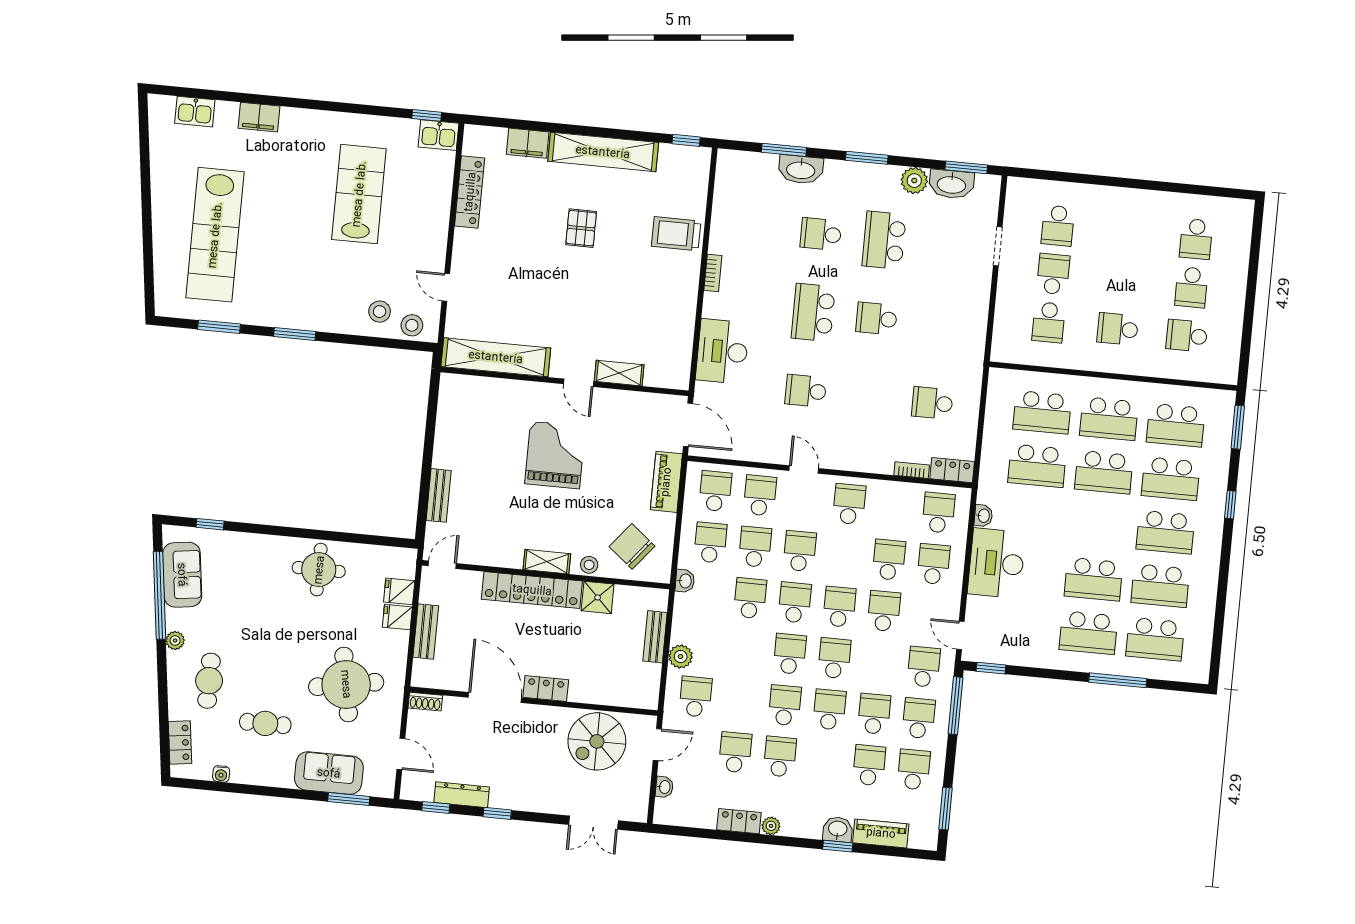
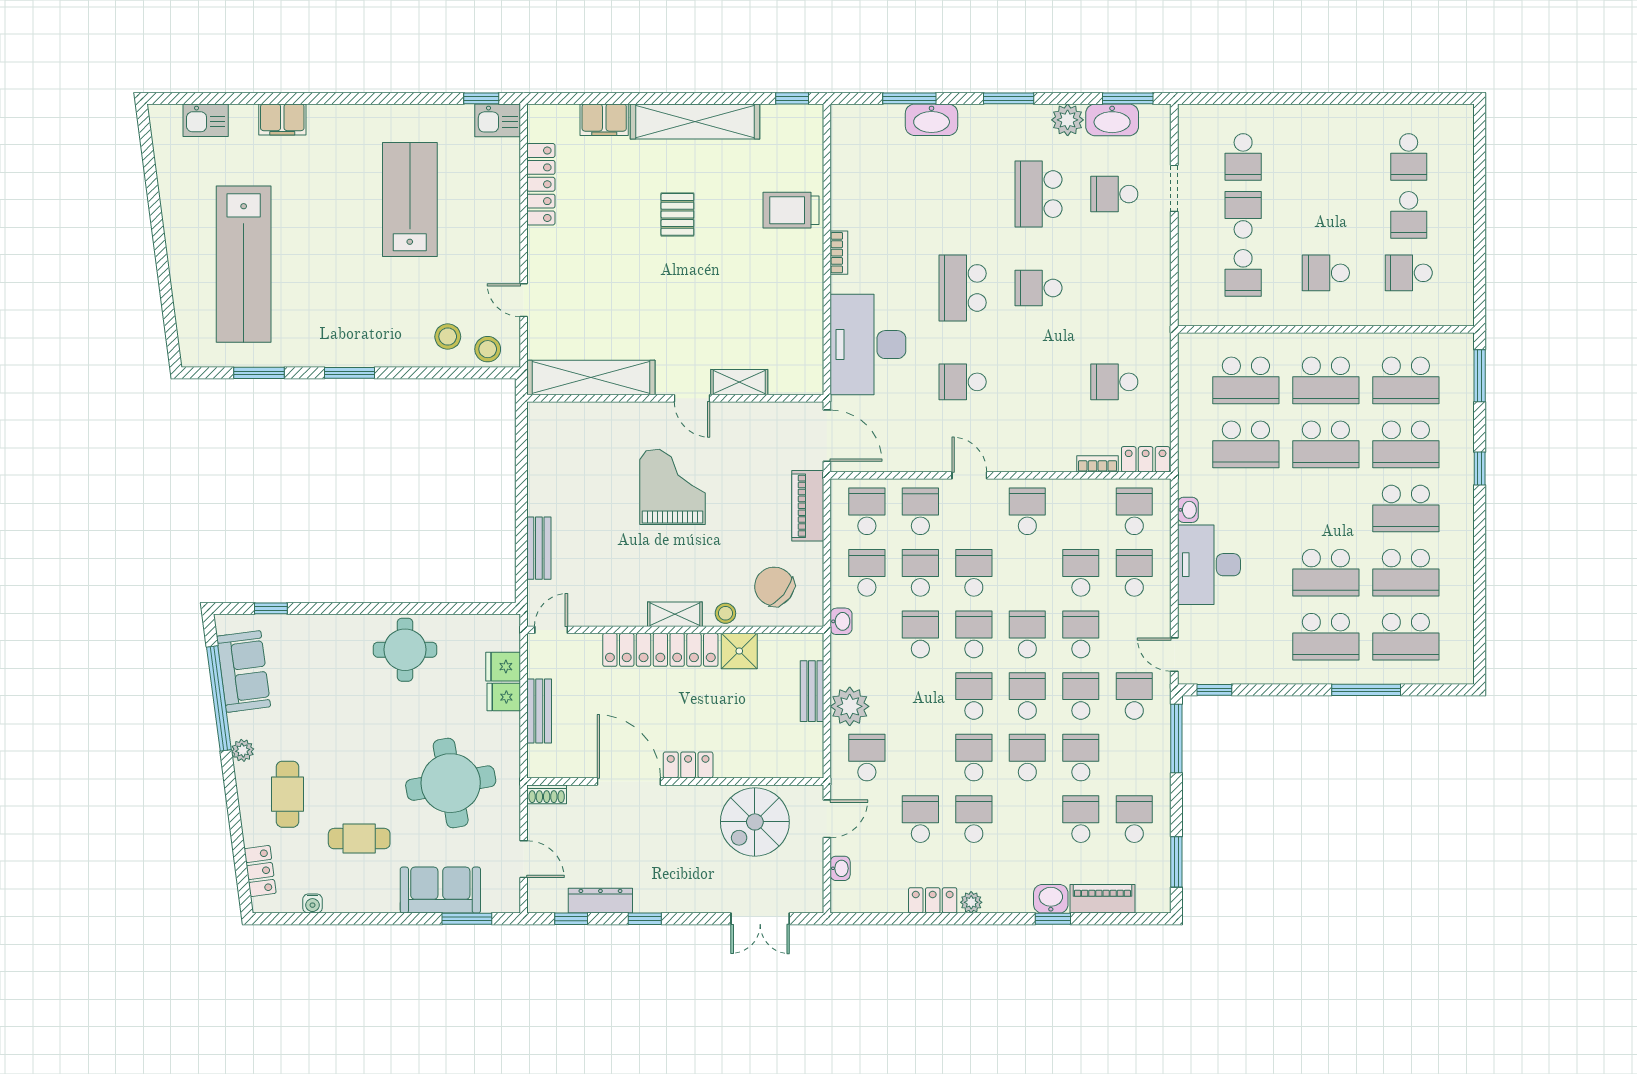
school desk: (821, 234) -> (1114, 194), moved
desk: (722, 351) -> (868, 345), width x1.36, depth x1.30
plant: (681, 656) -> (850, 706), width x1.36, depth x1.36
school desk: (919, 718) -> (1081, 696), moved

